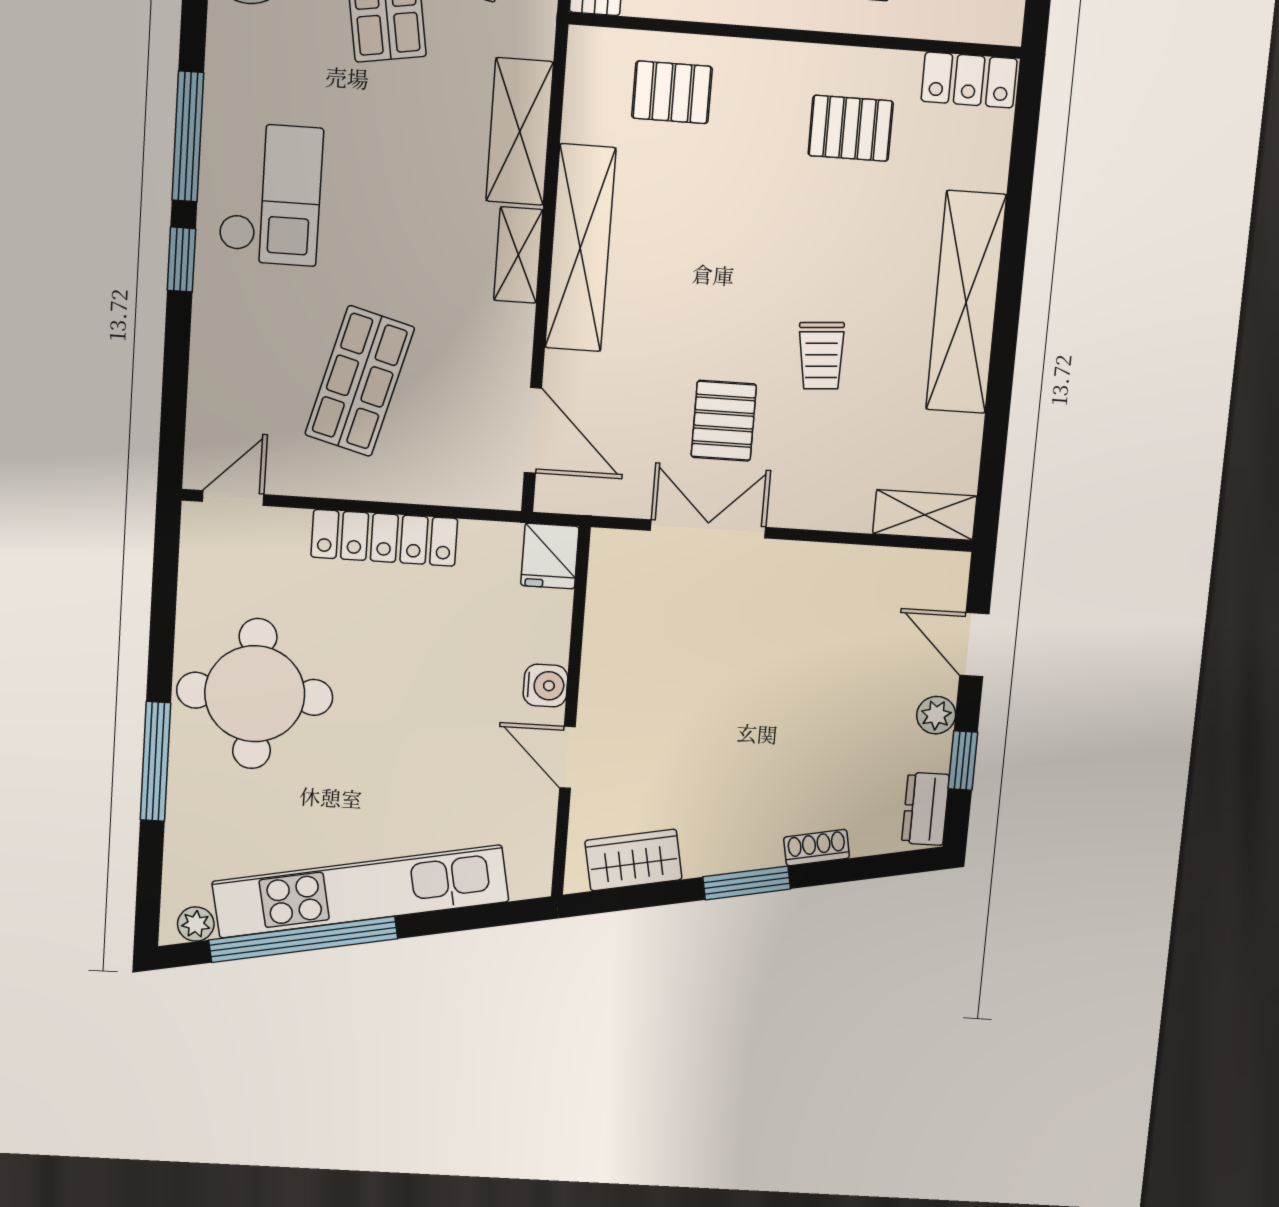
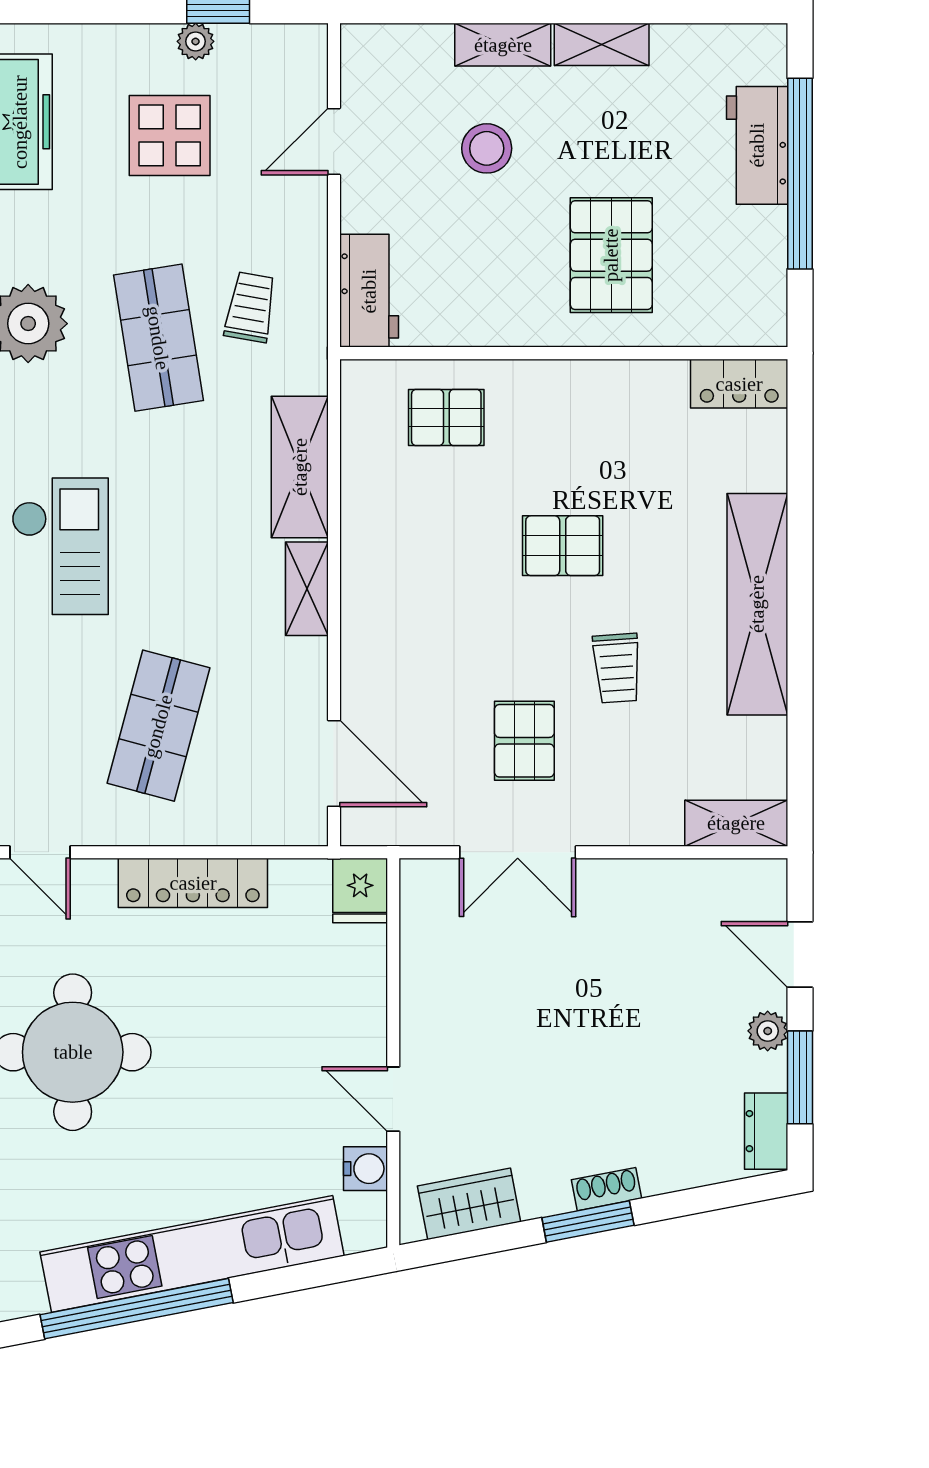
pallet: (851, 128) -> (563, 546), moved
shelving: (580, 248) -> (368, 577), removed
door: (233, 498) -> (40, 852), swing flipped
double door: (708, 529) -> (518, 852), swing flipped
water cooler: (545, 686) -> (365, 1169), moved
window: (963, 761) -> (800, 1077), width x1.50
shoe rack: (817, 848) -> (607, 1189), moved
plant: (196, 924) -> (26, 1299), removed

